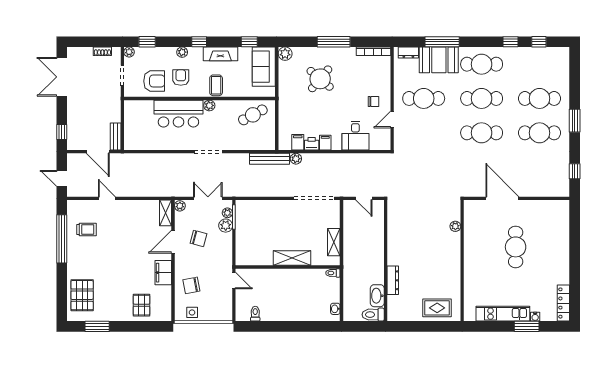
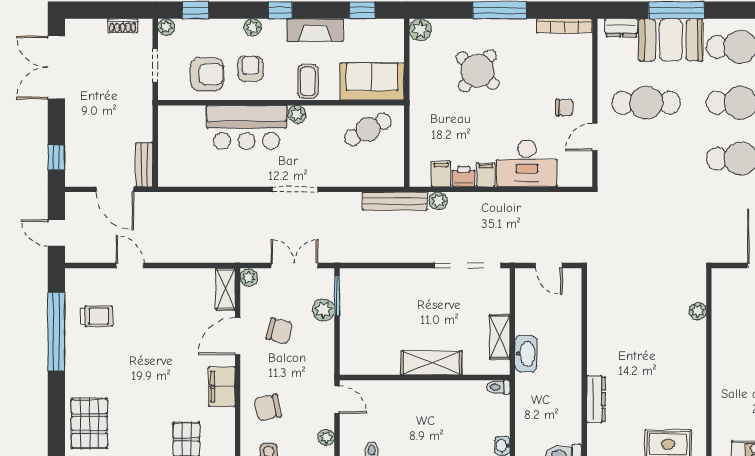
sofa: (264, 67) -> (372, 82), moved, turned 90
desk: (355, 136) -> (527, 163), width x1.37
plant: (227, 213) -> (326, 437), moved
washbasin: (377, 296) -> (526, 354), moved, turned 180

